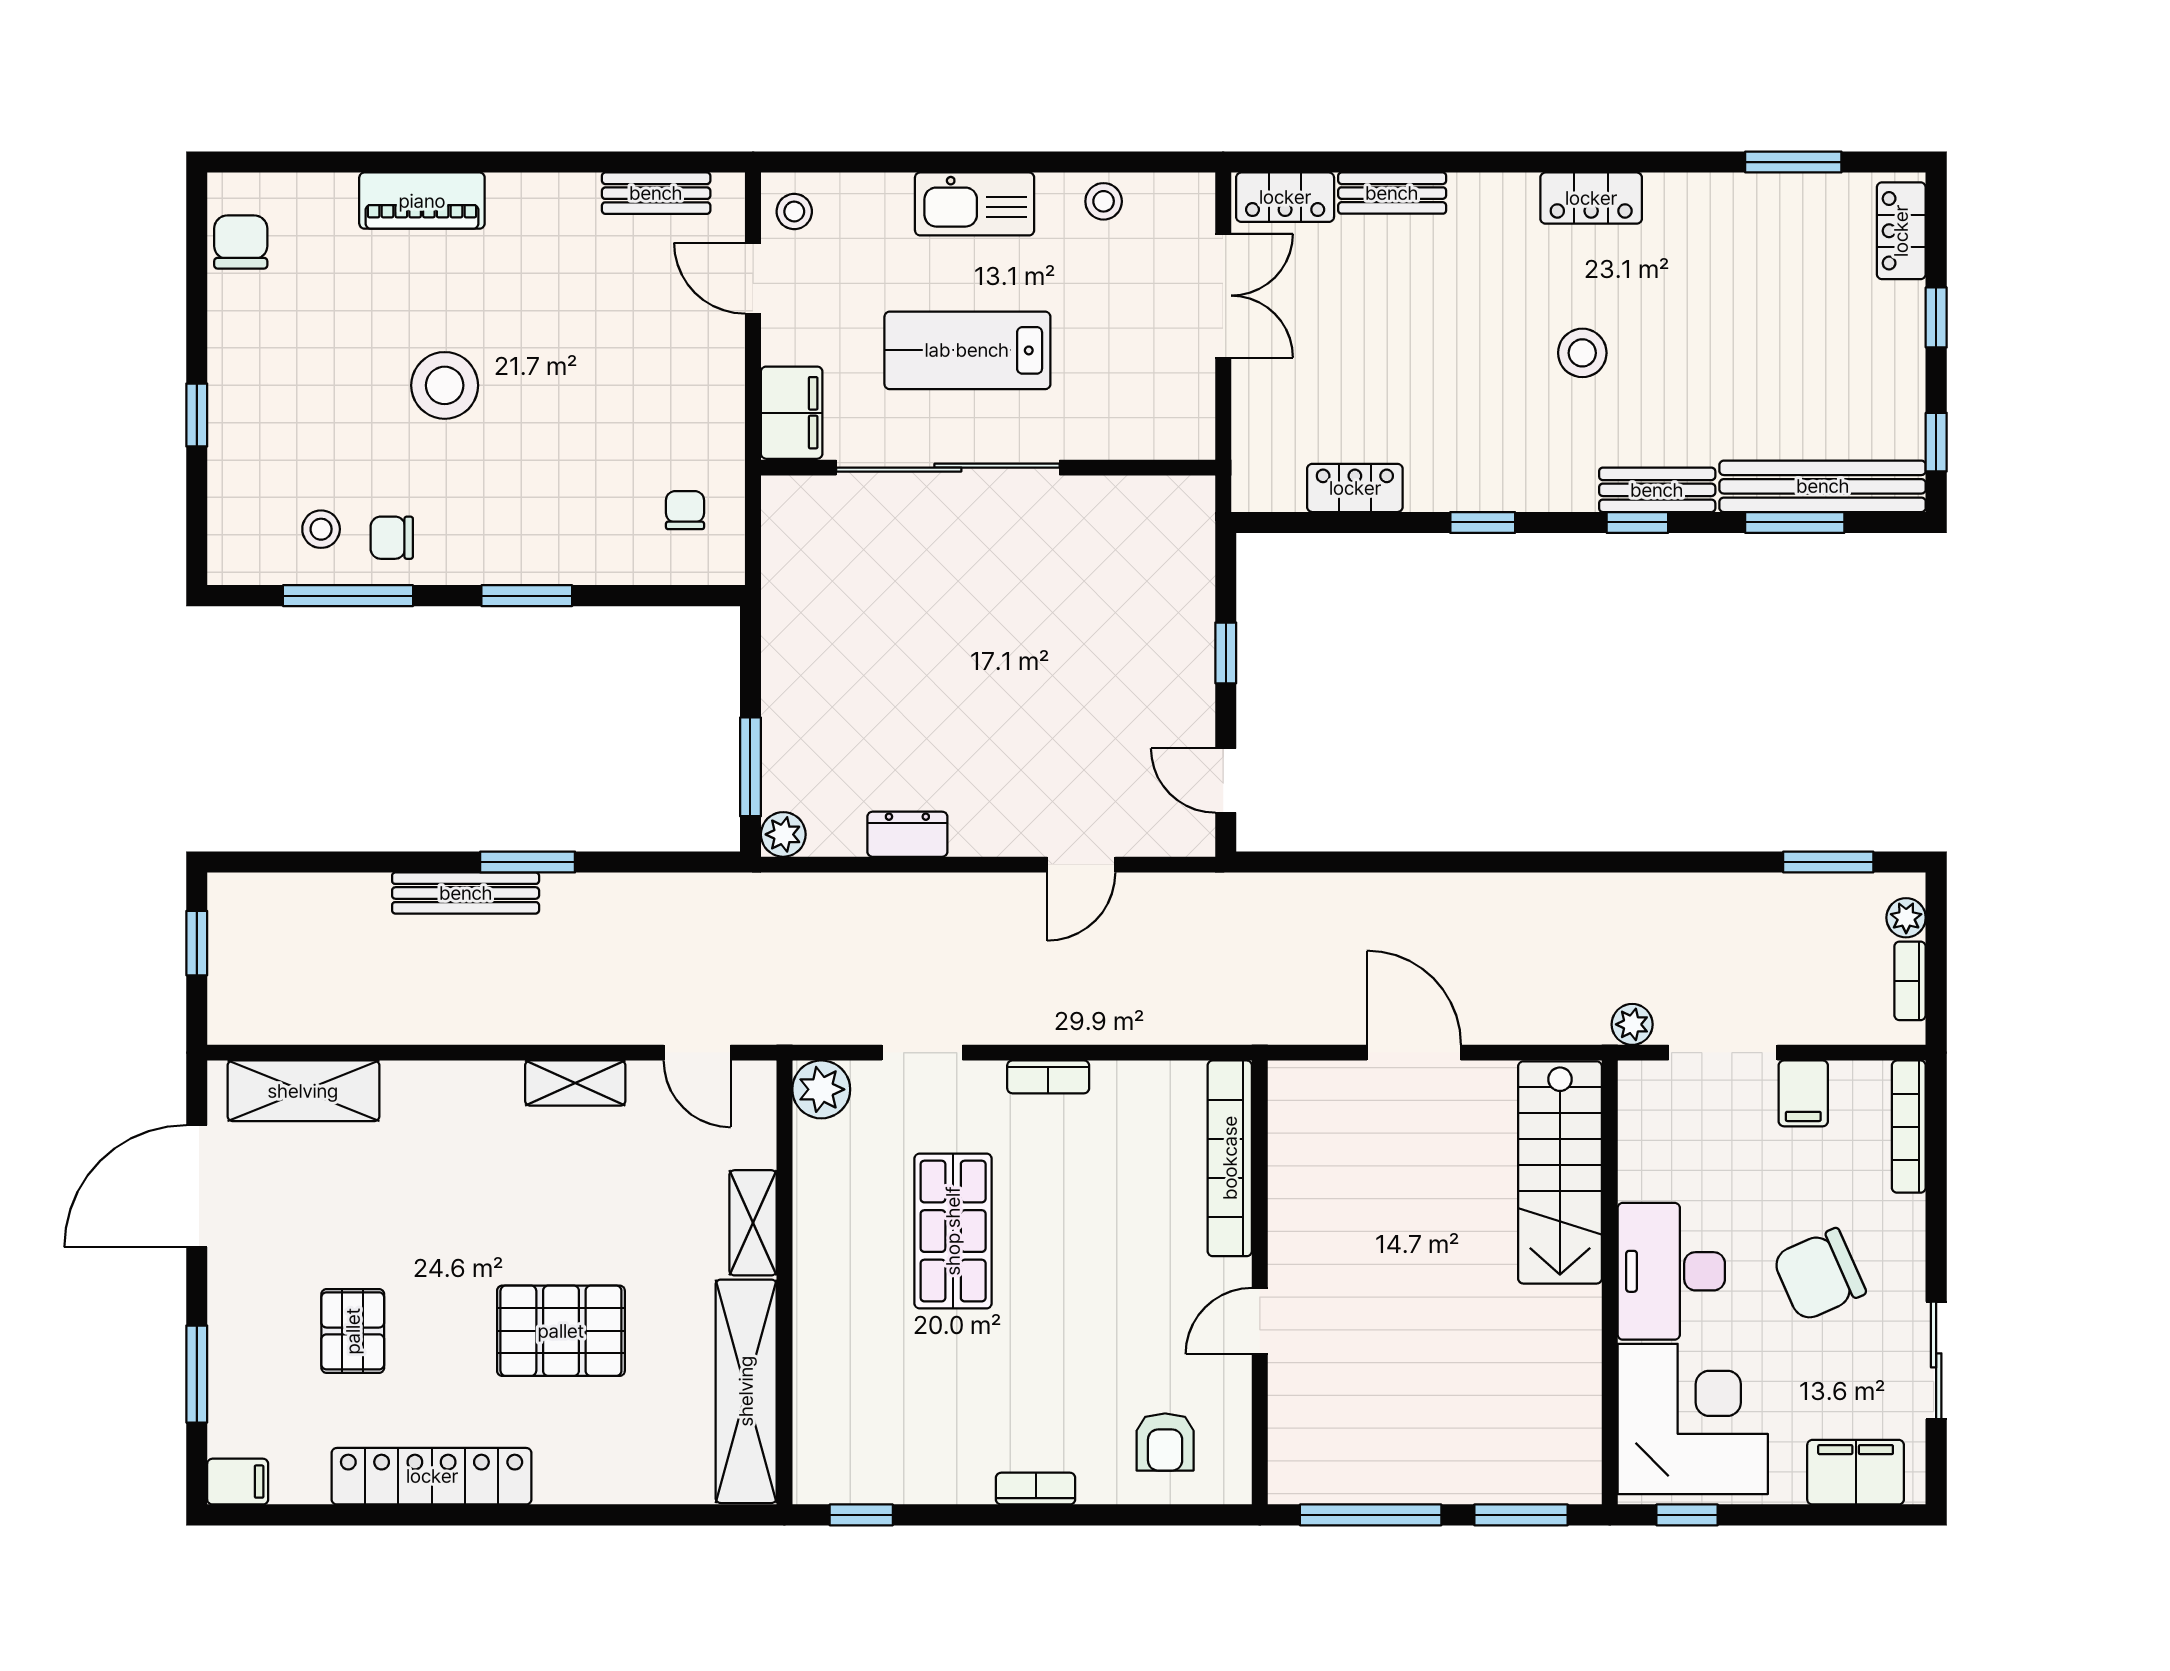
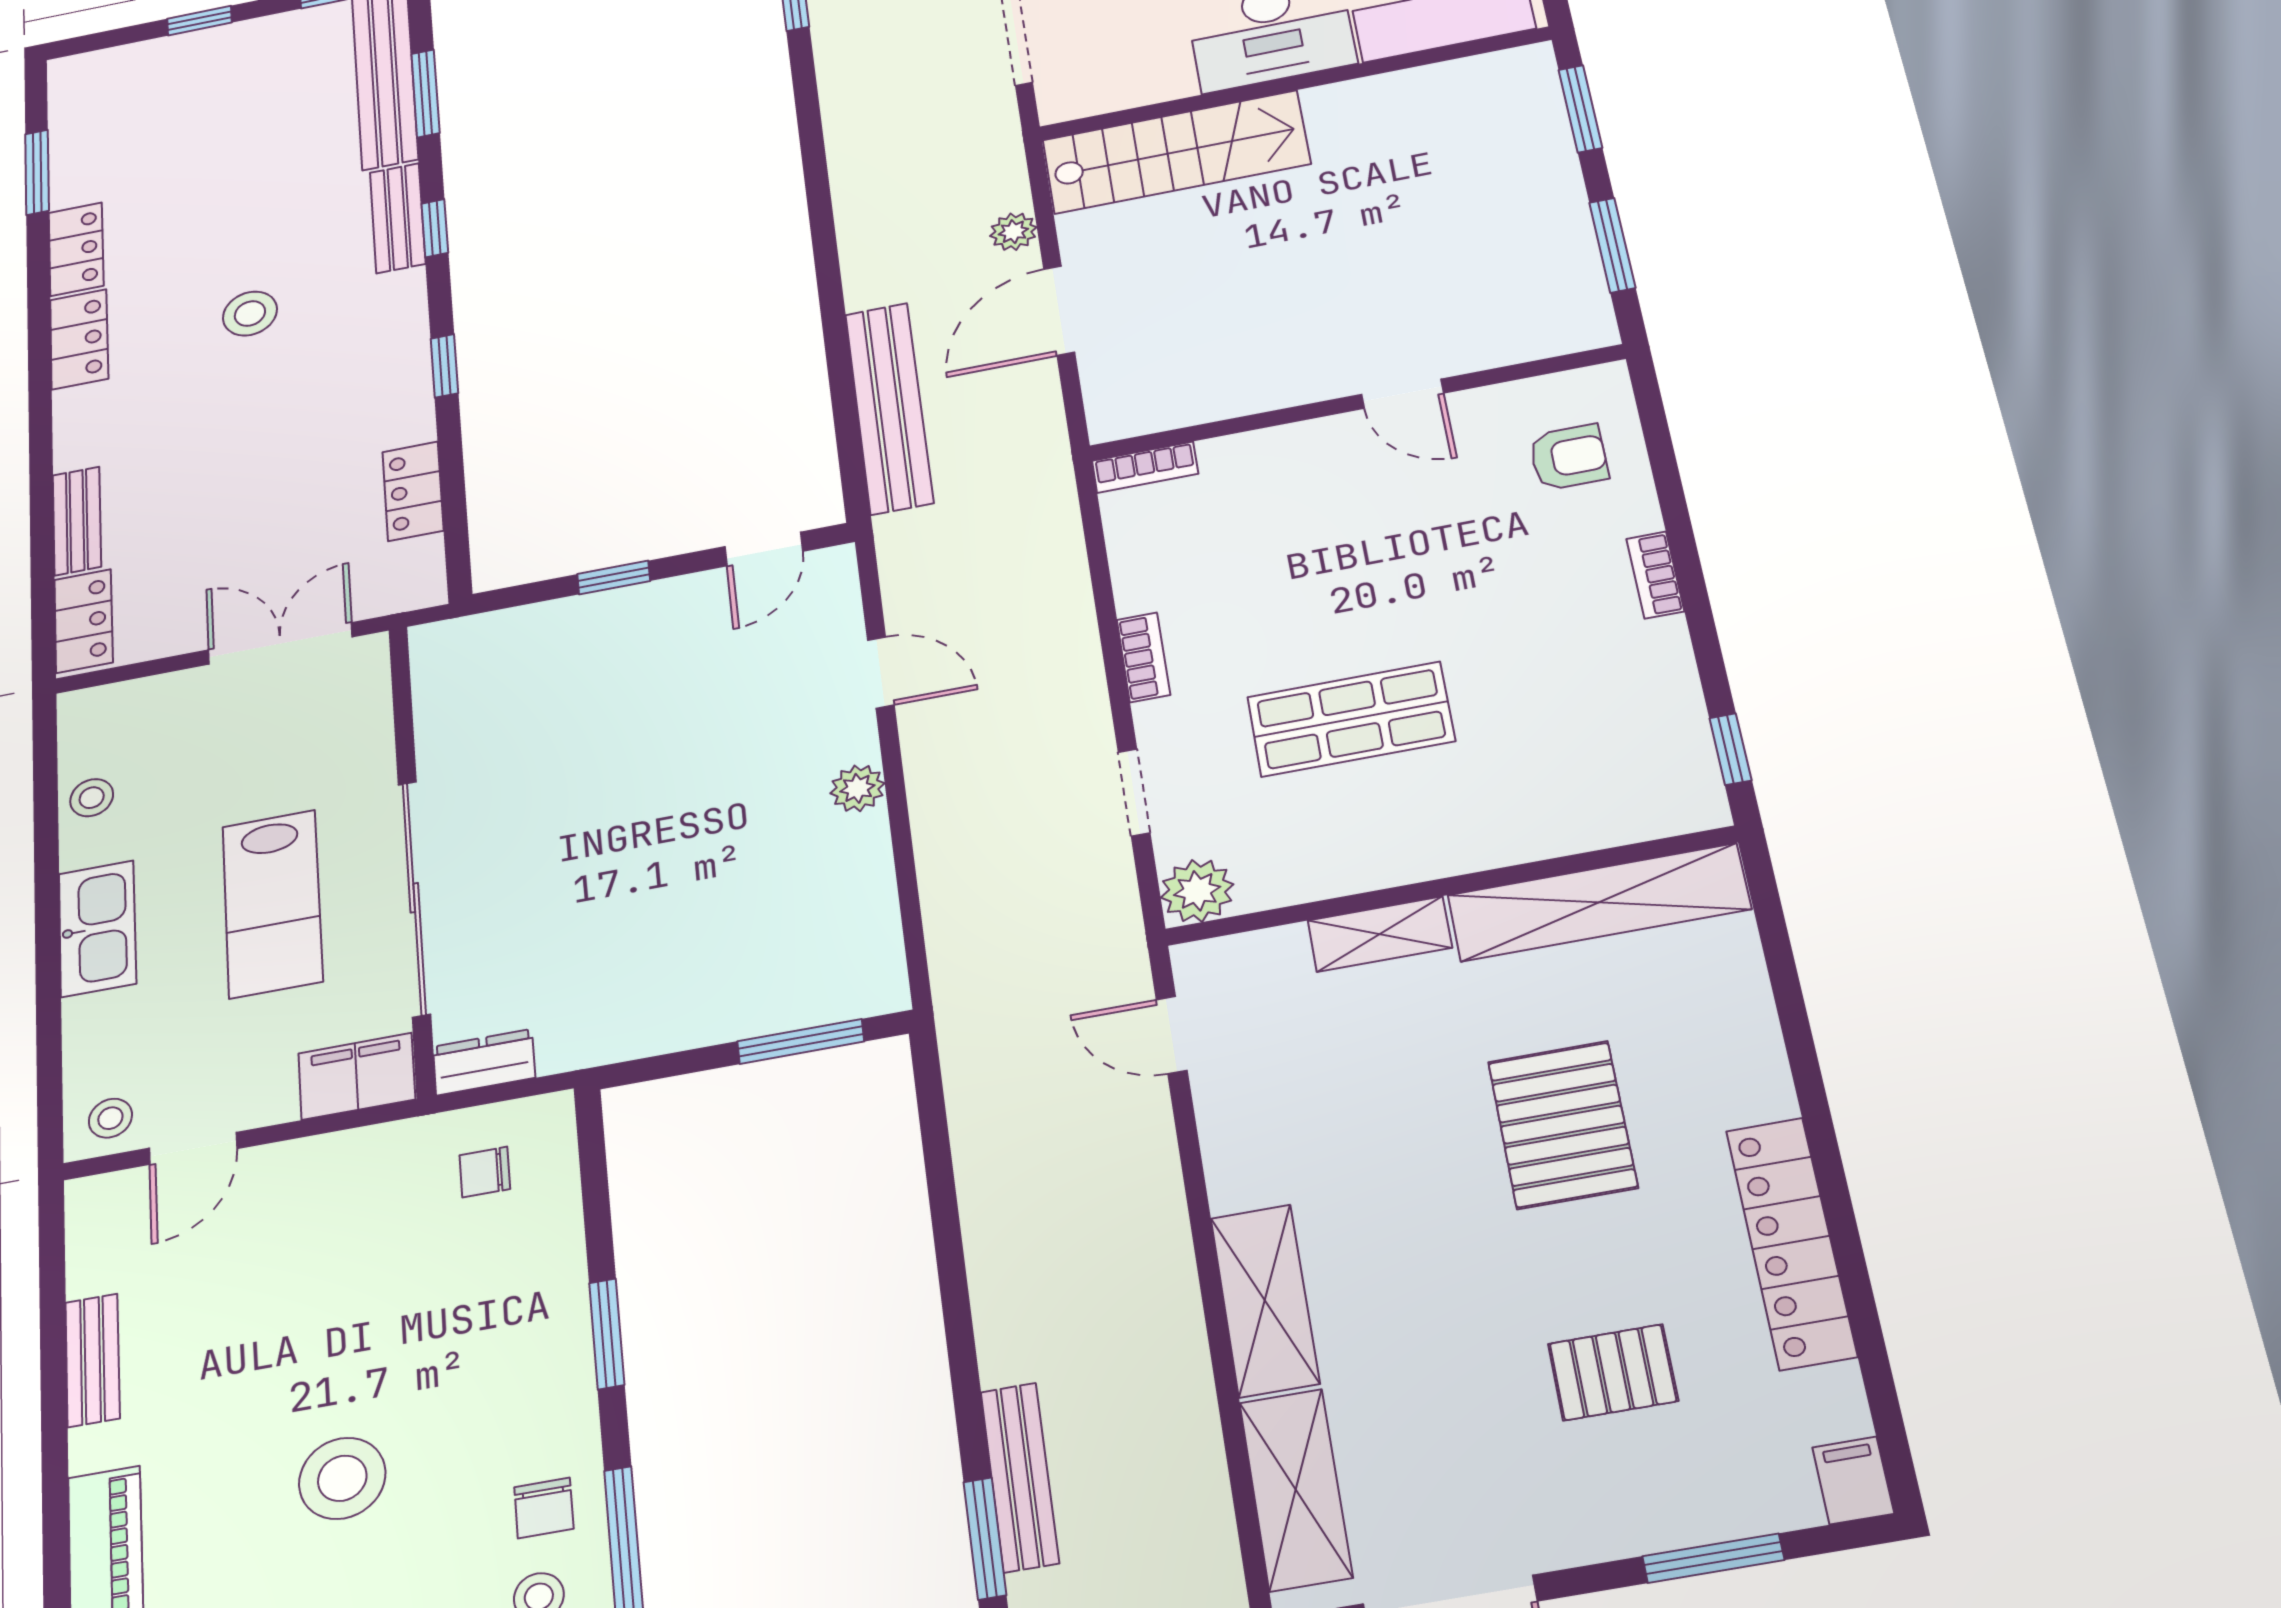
bench: (656, 193) -> (93, 1360), moved
locker: (1901, 231) -> (76, 249), moved, turned -90
double door: (1223, 296) -> (280, 643), moved
plant: (783, 834) -> (857, 788), moved
dresser: (907, 834) -> (484, 1062), moved, turned 90
window: (528, 862) -> (985, 1538), moved
bench: (466, 893) -> (1020, 1477), moved
bench: (1346, 899) -> (889, 408), added
plant: (1632, 1024) -> (1013, 232), moved
door: (697, 1053) -> (1172, 1035), swing flipped
shelving: (575, 1083) -> (1265, 1300), moved, width x1.50, depth x1.33
bookcase: (1230, 1158) -> (1145, 467), width x0.43, depth x0.76
window: (1371, 1515) -> (1612, 245), width x0.69

